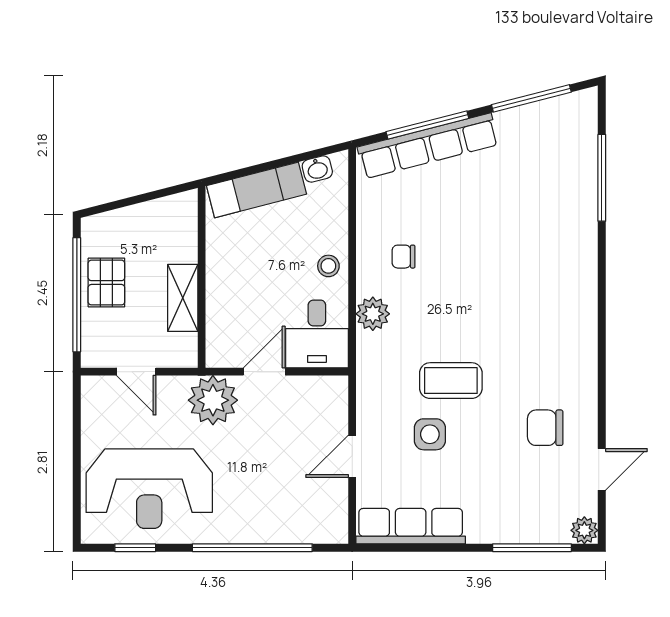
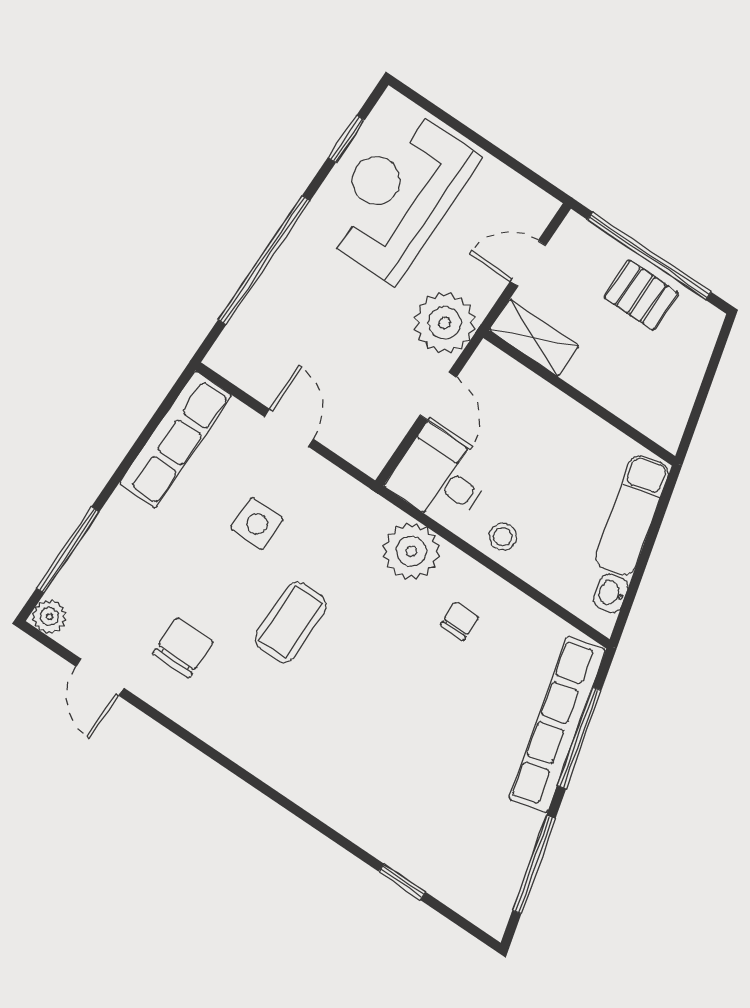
window: (602, 178) -> (402, 882), width x0.46
shelving: (183, 298) -> (534, 338), moved
plant: (373, 314) -> (411, 551), width x1.36, depth x1.36
coffee table: (451, 381) -> (291, 622), moved

